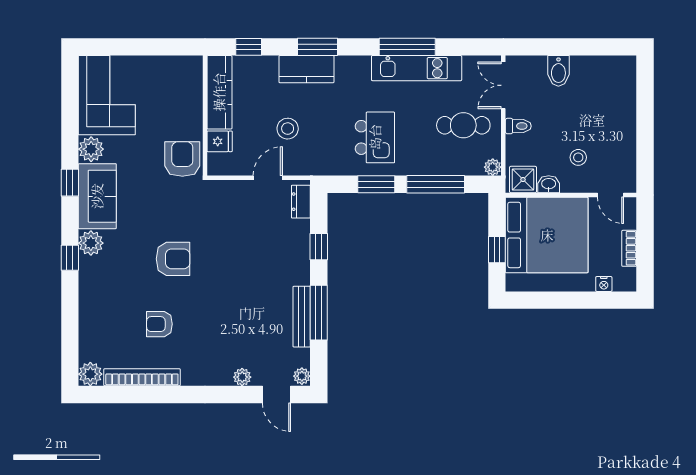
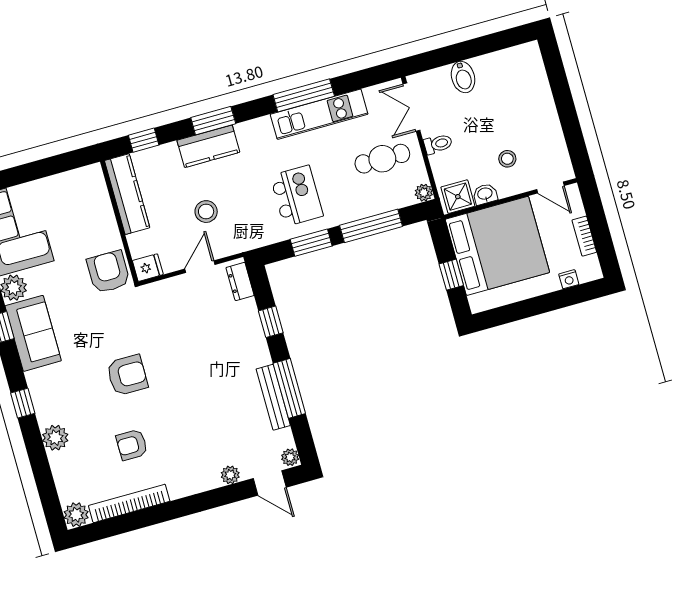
fridge: (220, 141) -> (148, 268), moved
plant: (91, 243) -> (55, 438), moved

